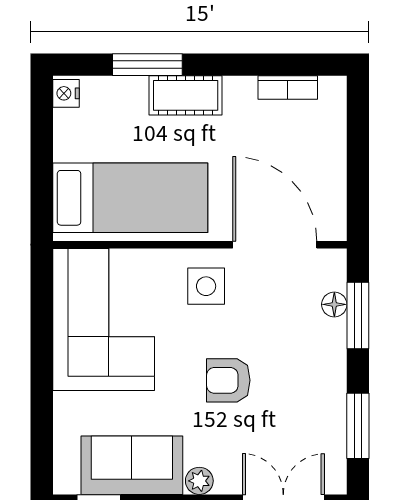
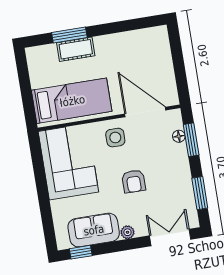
bookcase: (288, 87) -> (139, 35), removed
nightstand: (66, 93) -> (32, 55), removed
cot: (186, 95) -> (76, 49), moved
armchair: (228, 380) -> (134, 181), turned -90

